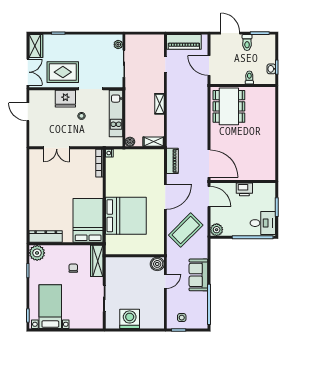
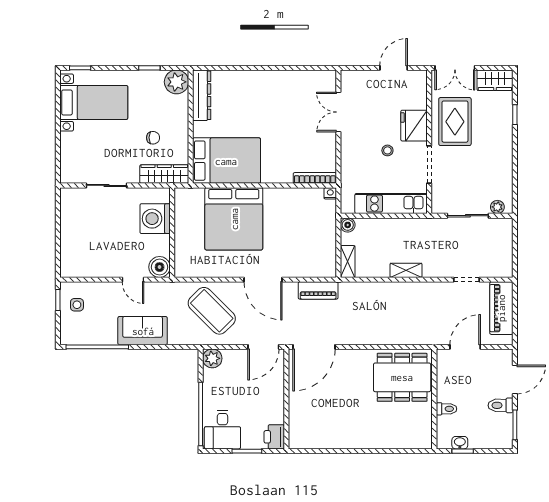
printer: (244, 189) -> (274, 437), moved
washing machine: (130, 319) -> (155, 219), moved, turned 180

